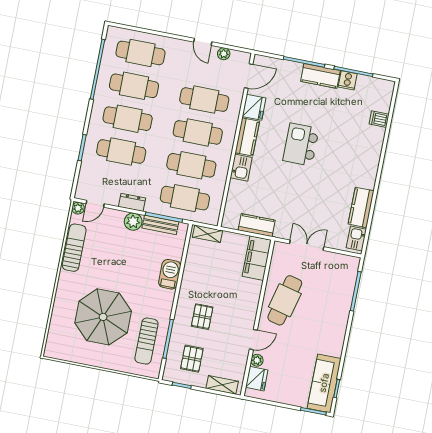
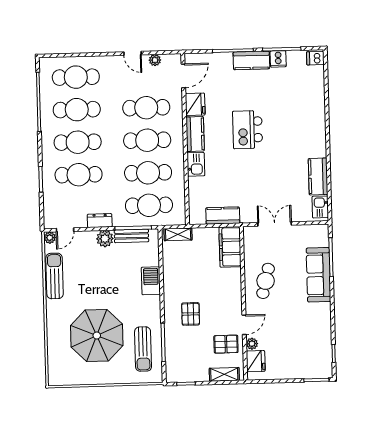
dishwasher: (379, 119) -> (315, 58), moved
cafe table: (285, 300) -> (266, 281), width x0.73, depth x0.74
pallet: (192, 359) -> (226, 344), moved, turned 90
sofa: (324, 383) -> (318, 275), moved

